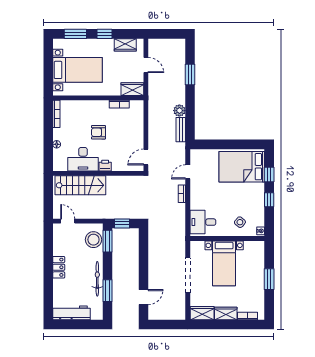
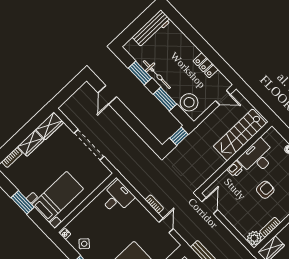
plant: (137, 107) -> (254, 238), added
side table: (240, 222) -> (84, 244), moved
window: (107, 241) -> (165, 99), moved
bed with nightstands: (224, 263) -> (58, 197), moved, turned 90
locker: (59, 267) -> (206, 65), moved

